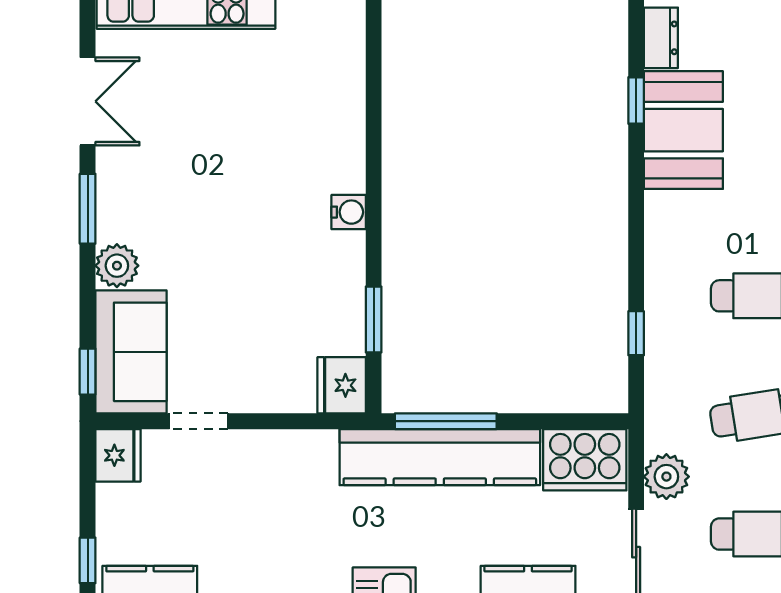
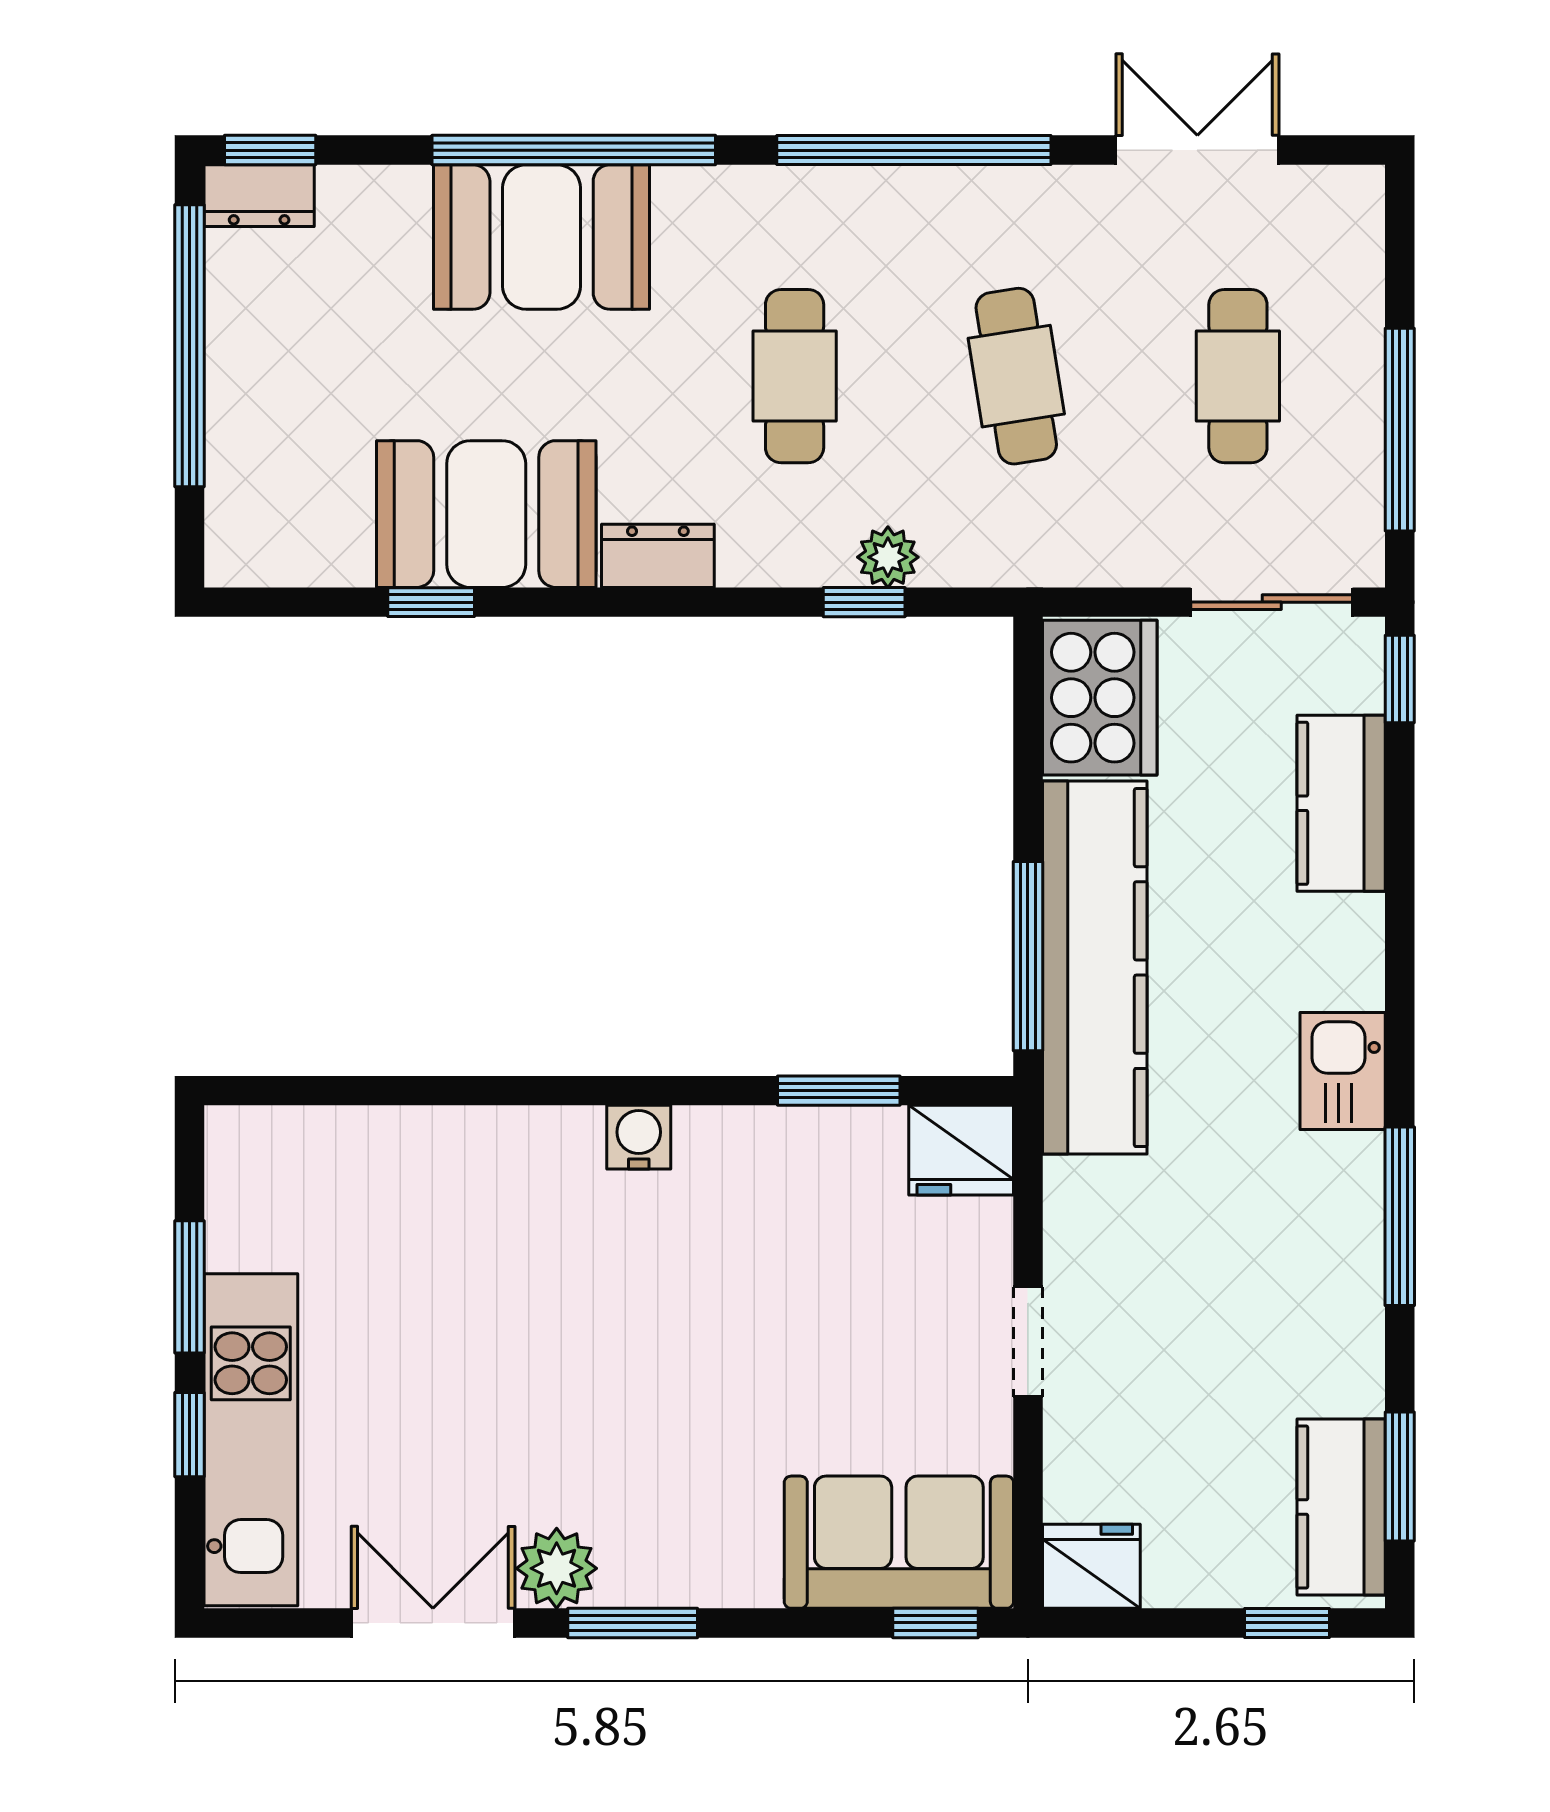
dresser: (661, 38) -> (658, 556), moved
plant: (117, 266) -> (557, 1568), moved
doorway: (199, 421) -> (1028, 1342), moved
plant: (666, 477) -> (888, 557), moved, width x0.73, depth x0.73

